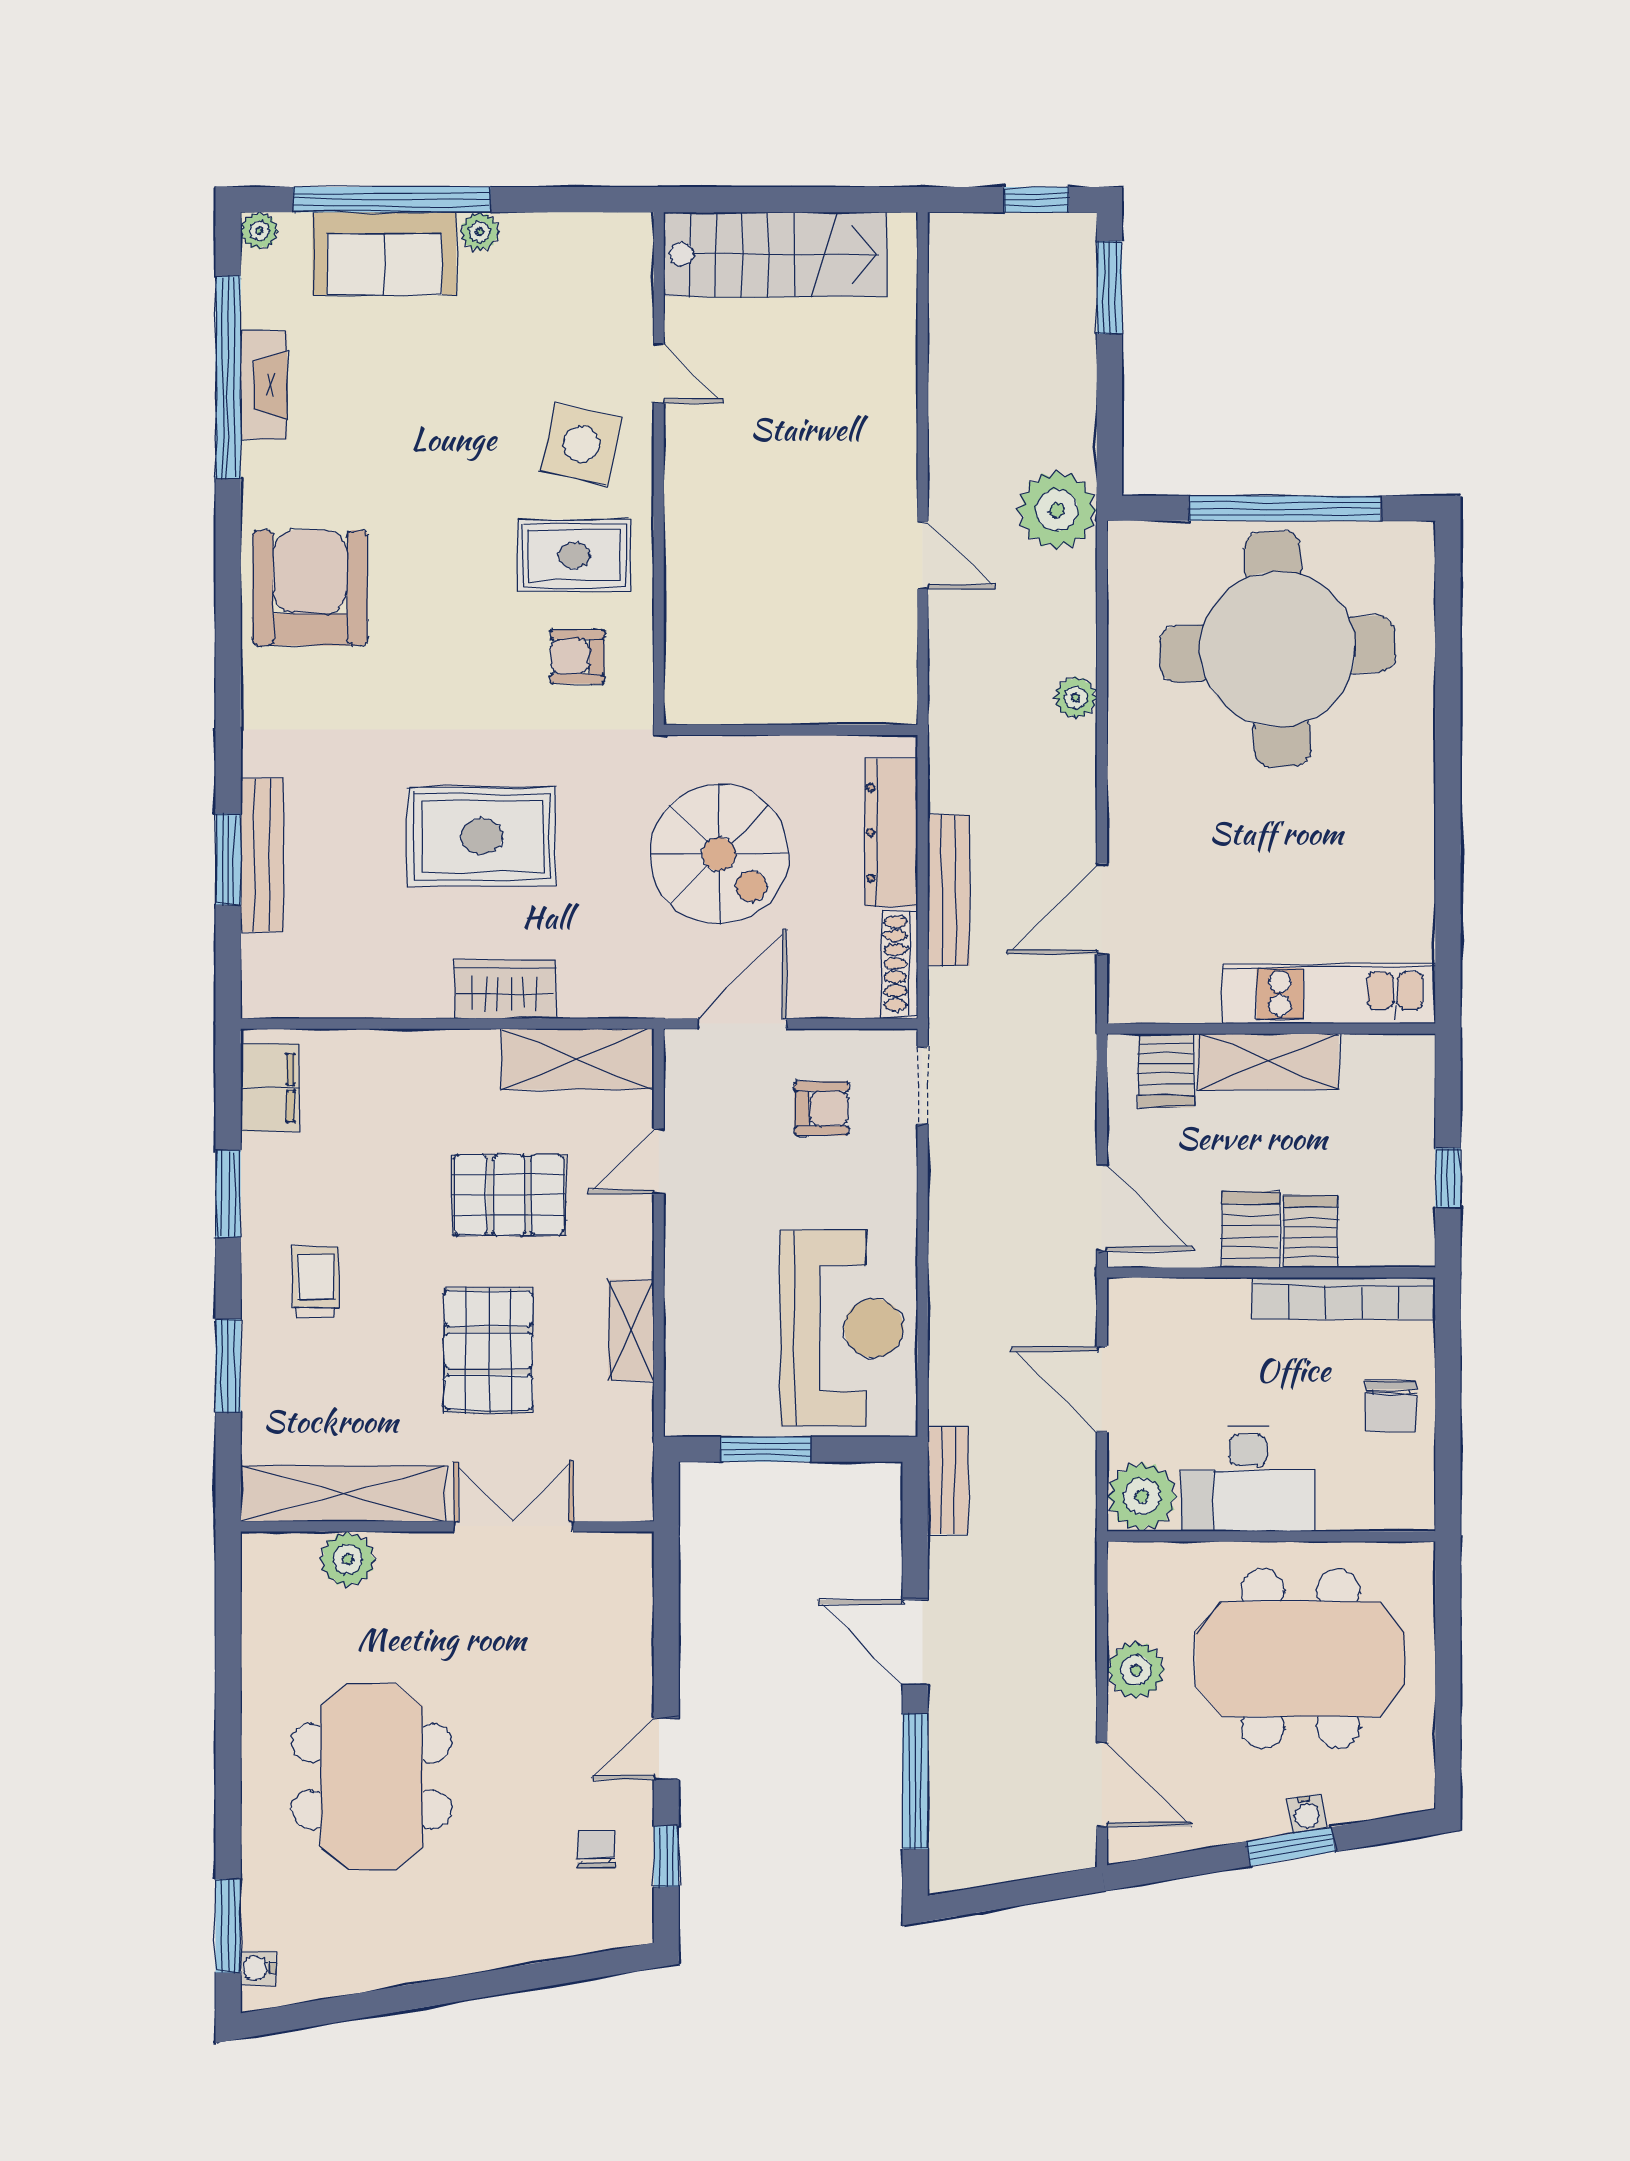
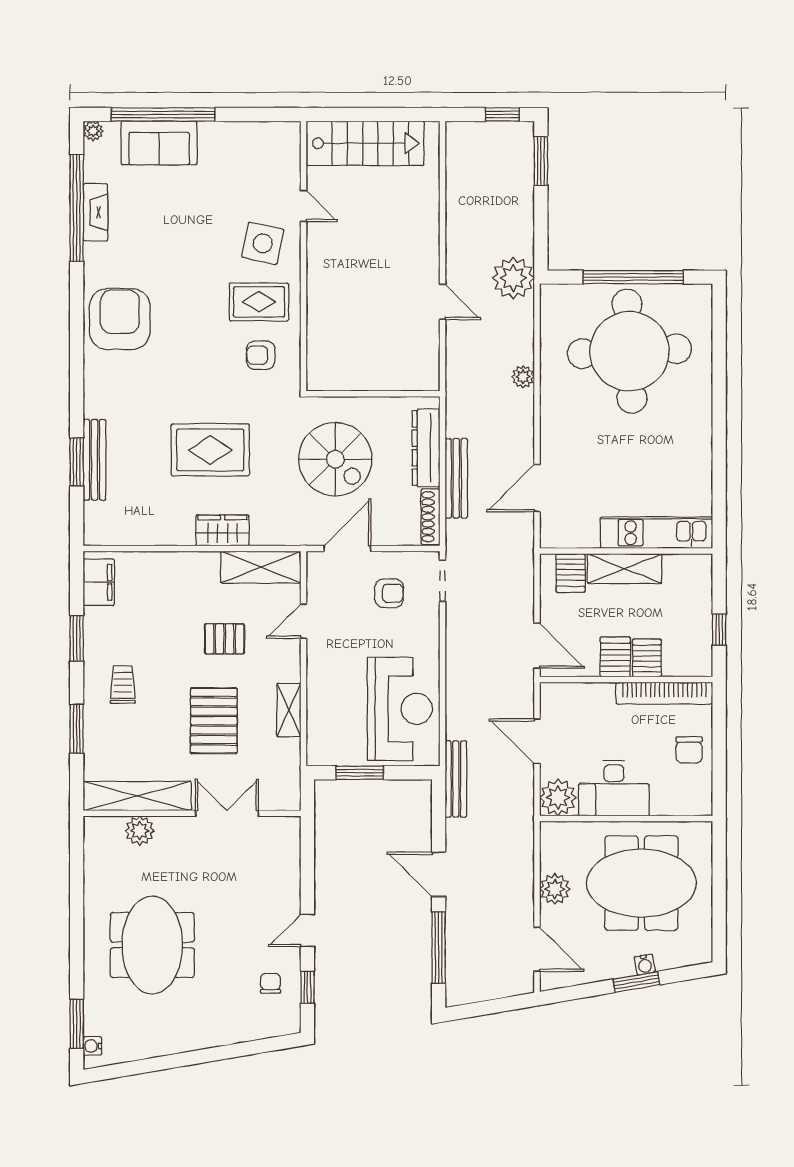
plant: (480, 231) -> (209, 131), removed
pallet: (509, 1195) -> (225, 639), width x0.67, depth x0.71
bench: (948, 1481) -> (456, 779), width x1.36

